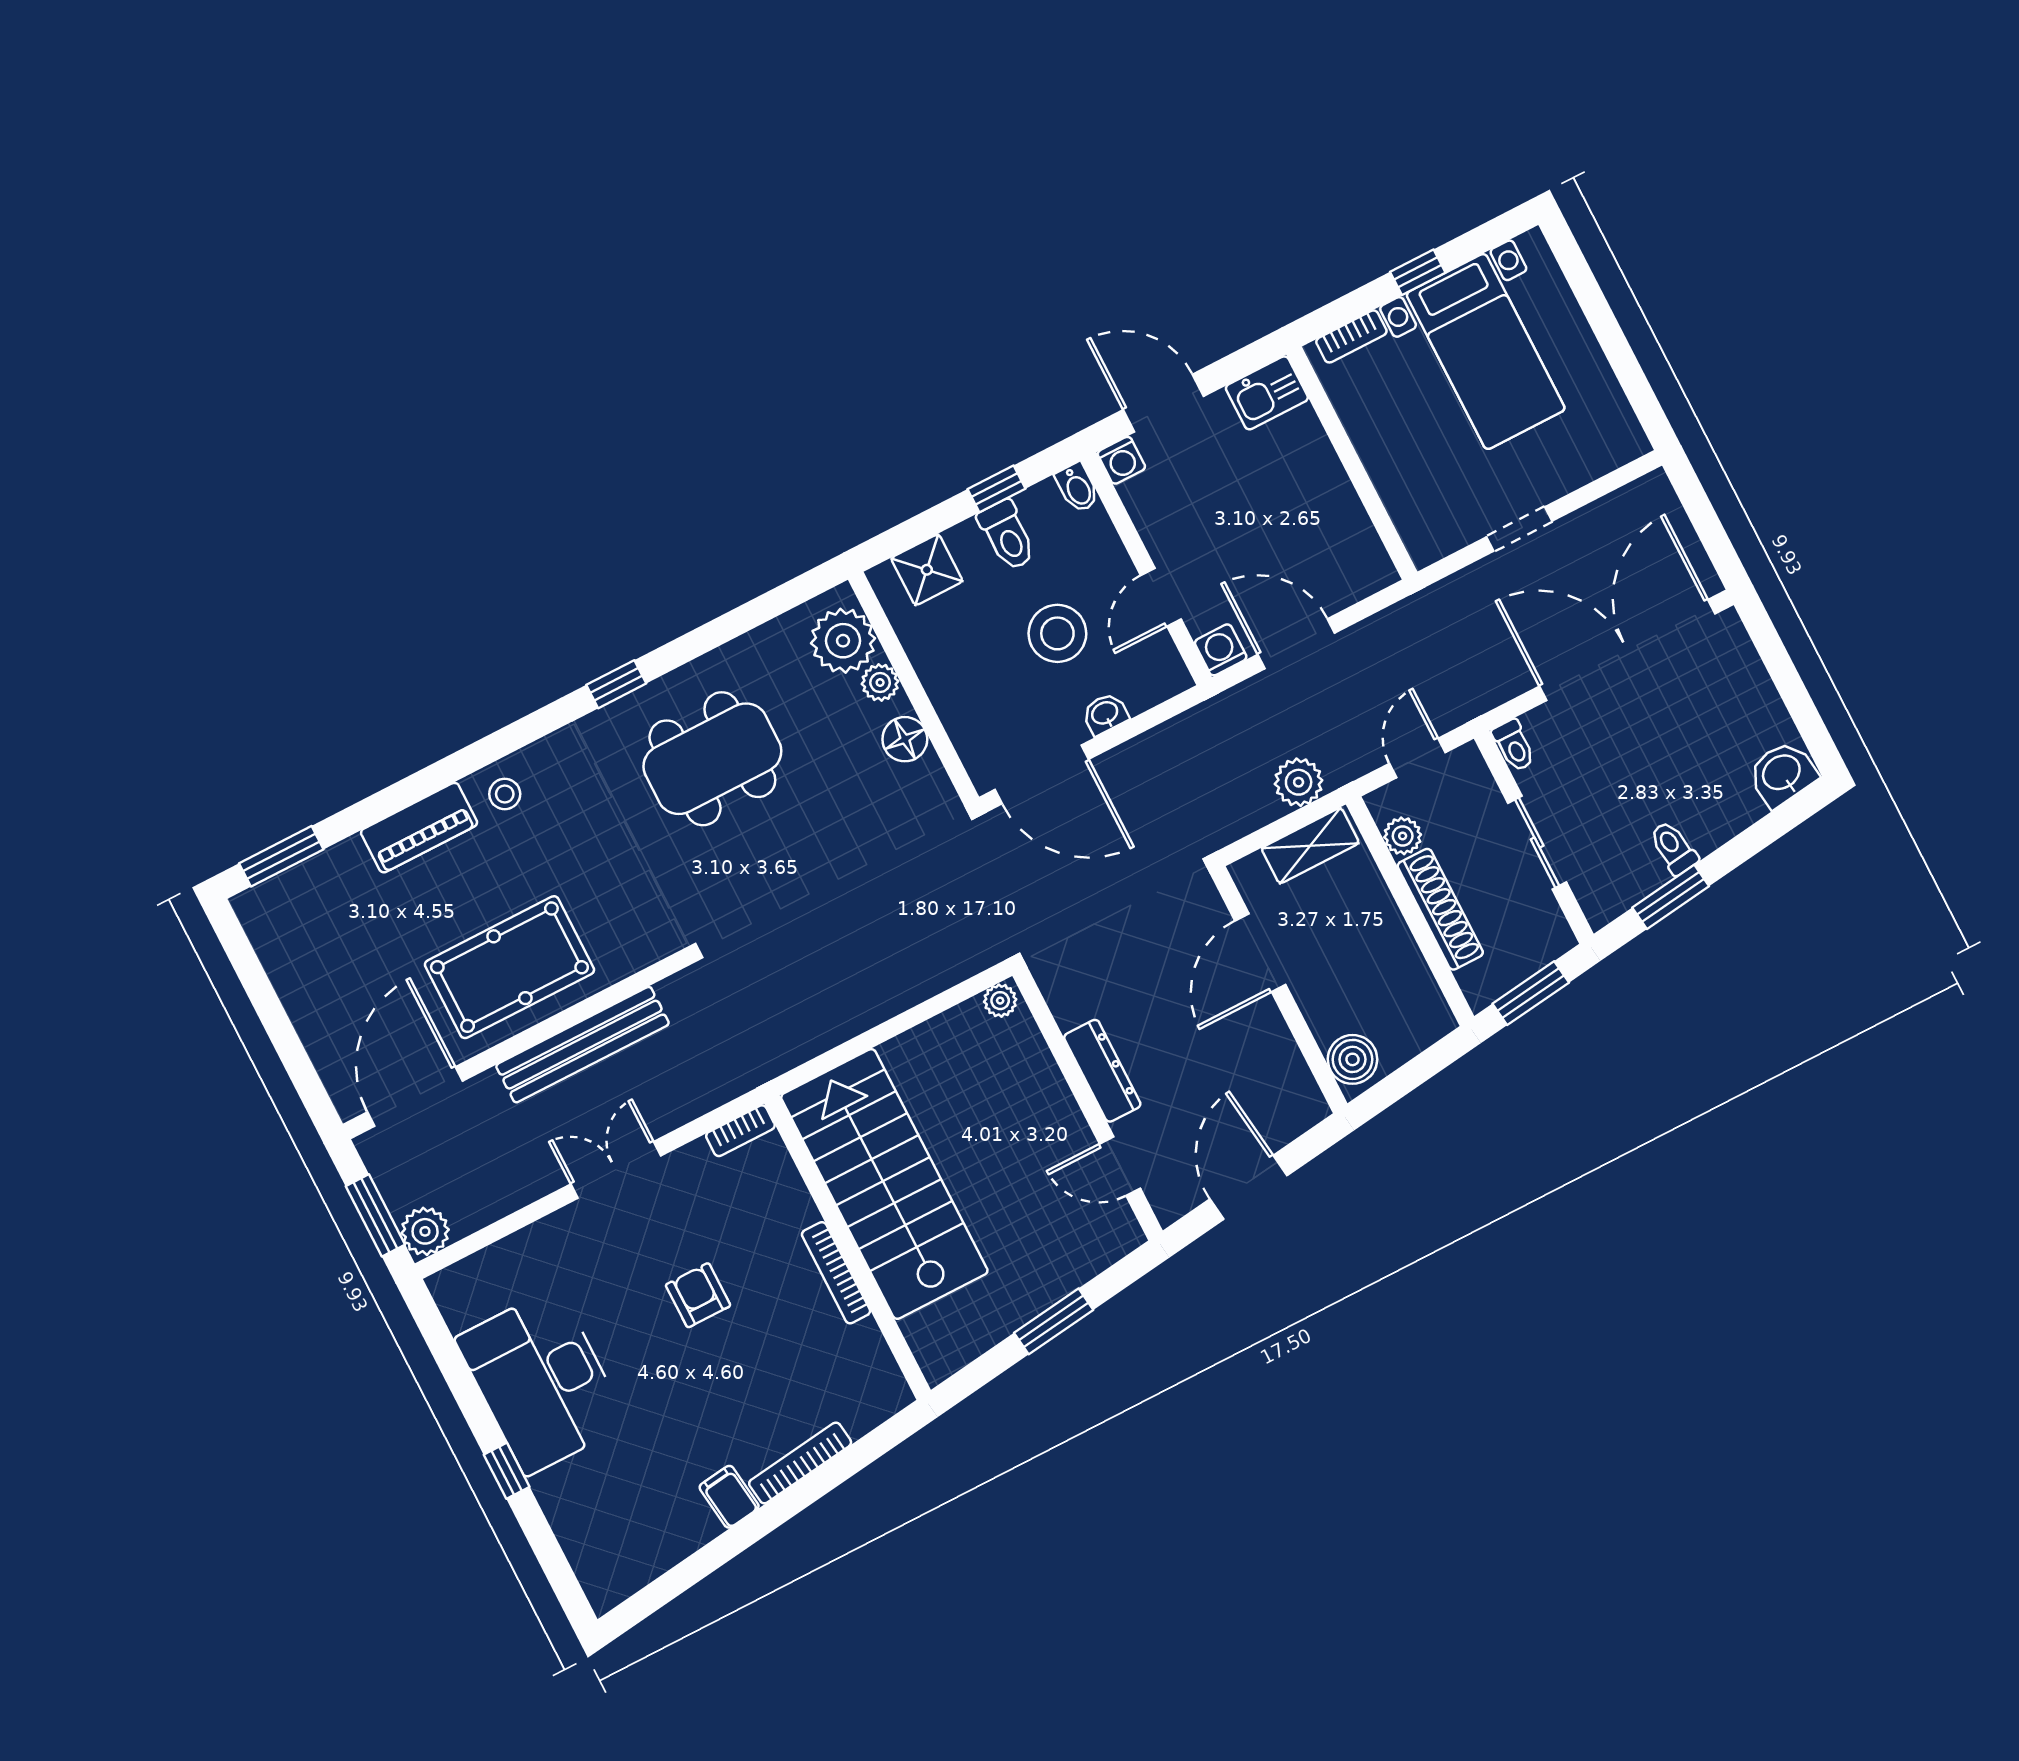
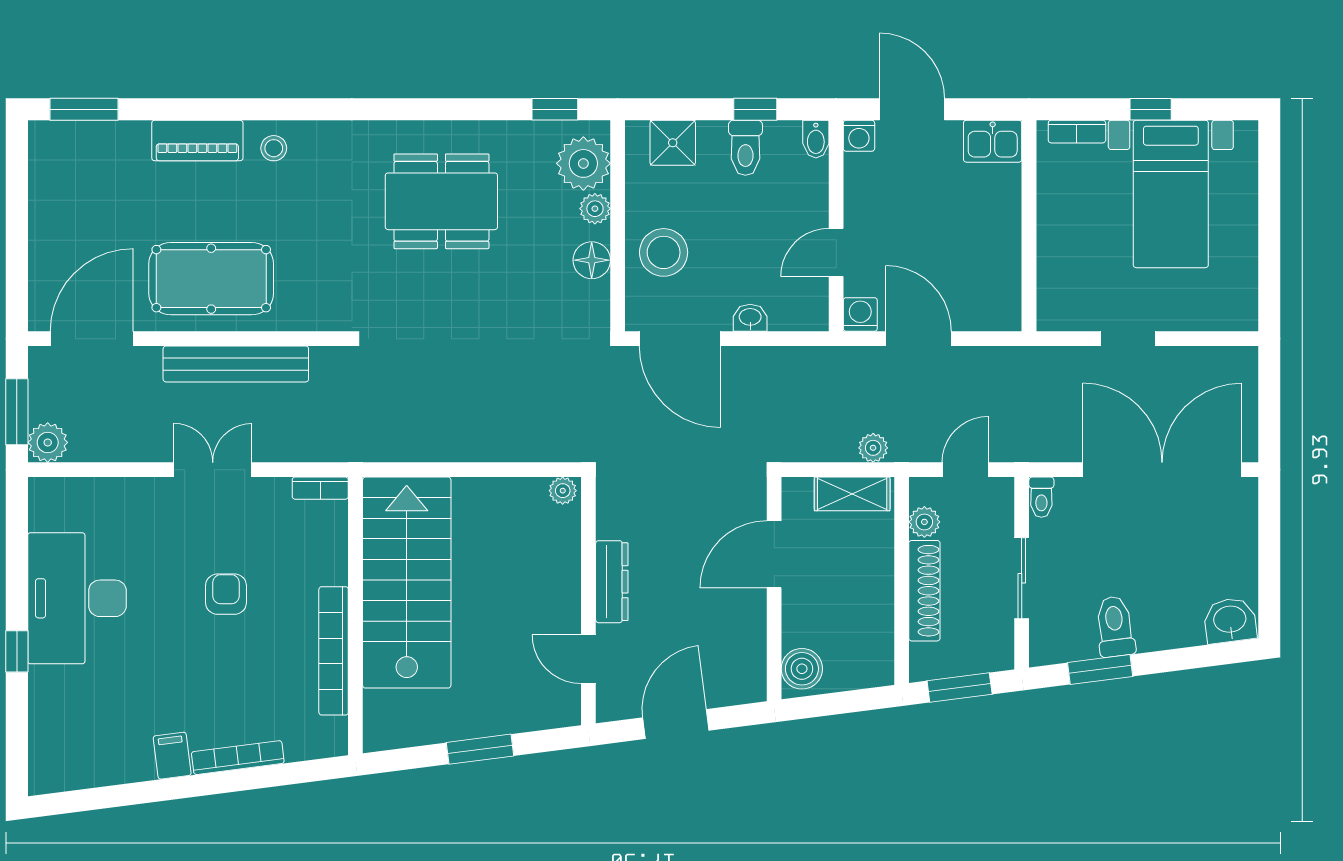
stool: (1057, 633) -> (664, 252), moved
window: (616, 684) -> (555, 109), moved
plant: (1299, 782) -> (873, 448), width x0.73, depth x0.73
toilet: (1673, 848) -> (1115, 627), width x1.37, depth x1.39
bookcase: (836, 1273) -> (334, 651), width x1.48, depth x1.31

